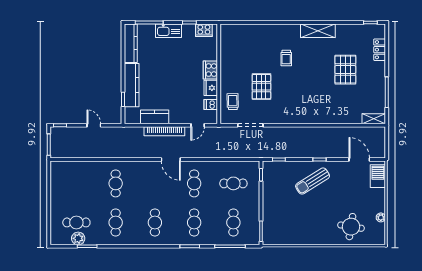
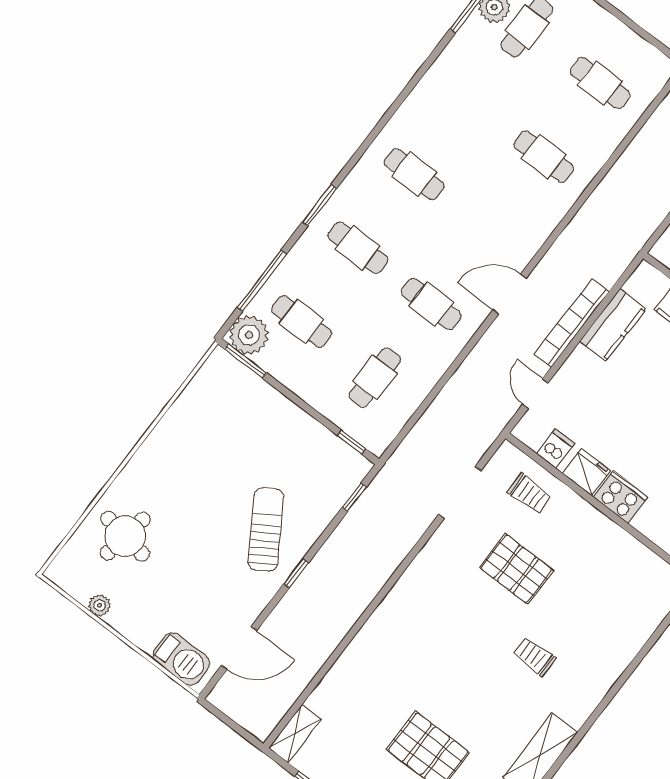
cafe table: (116, 222) -> (600, 83), moved
plant: (251, 237) -> (249, 335), added

